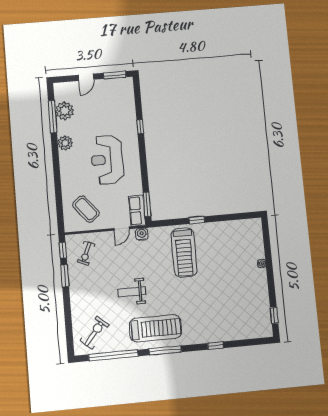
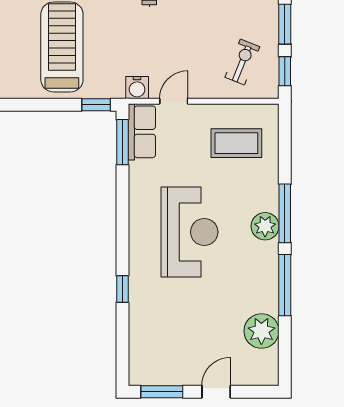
window: (53, 117) -> (285, 285), moved
plant: (65, 143) -> (265, 226), moved
window: (57, 174) -> (285, 213), added
coffee table: (86, 209) -> (236, 143), turned -51
window: (197, 220) -> (96, 105), moved

